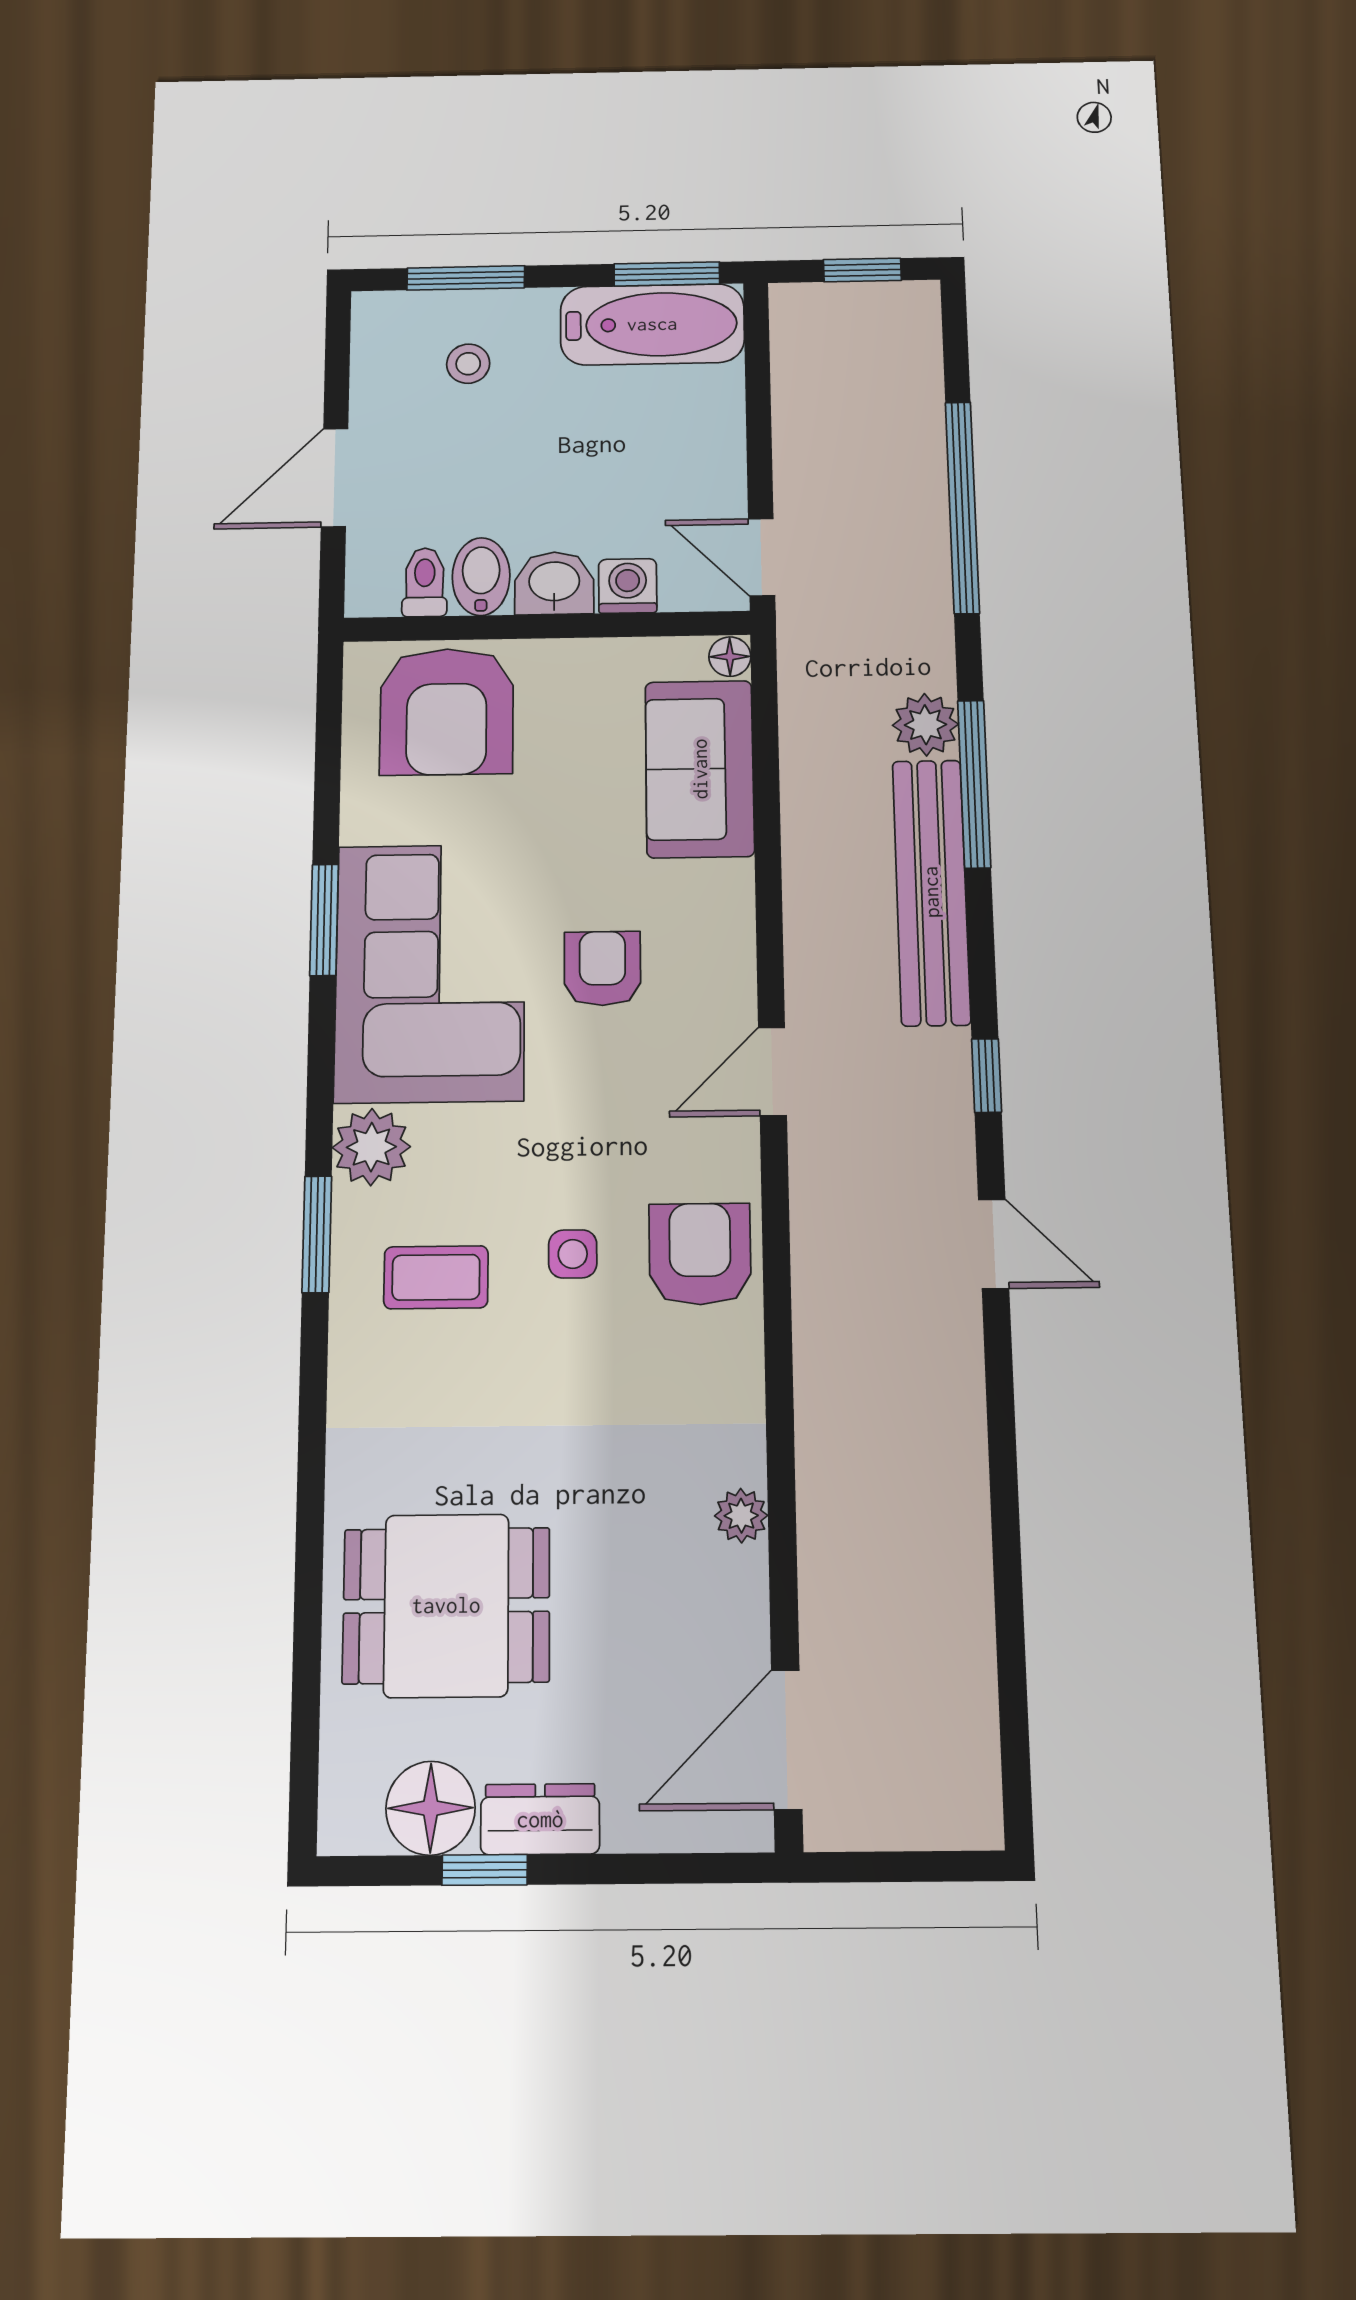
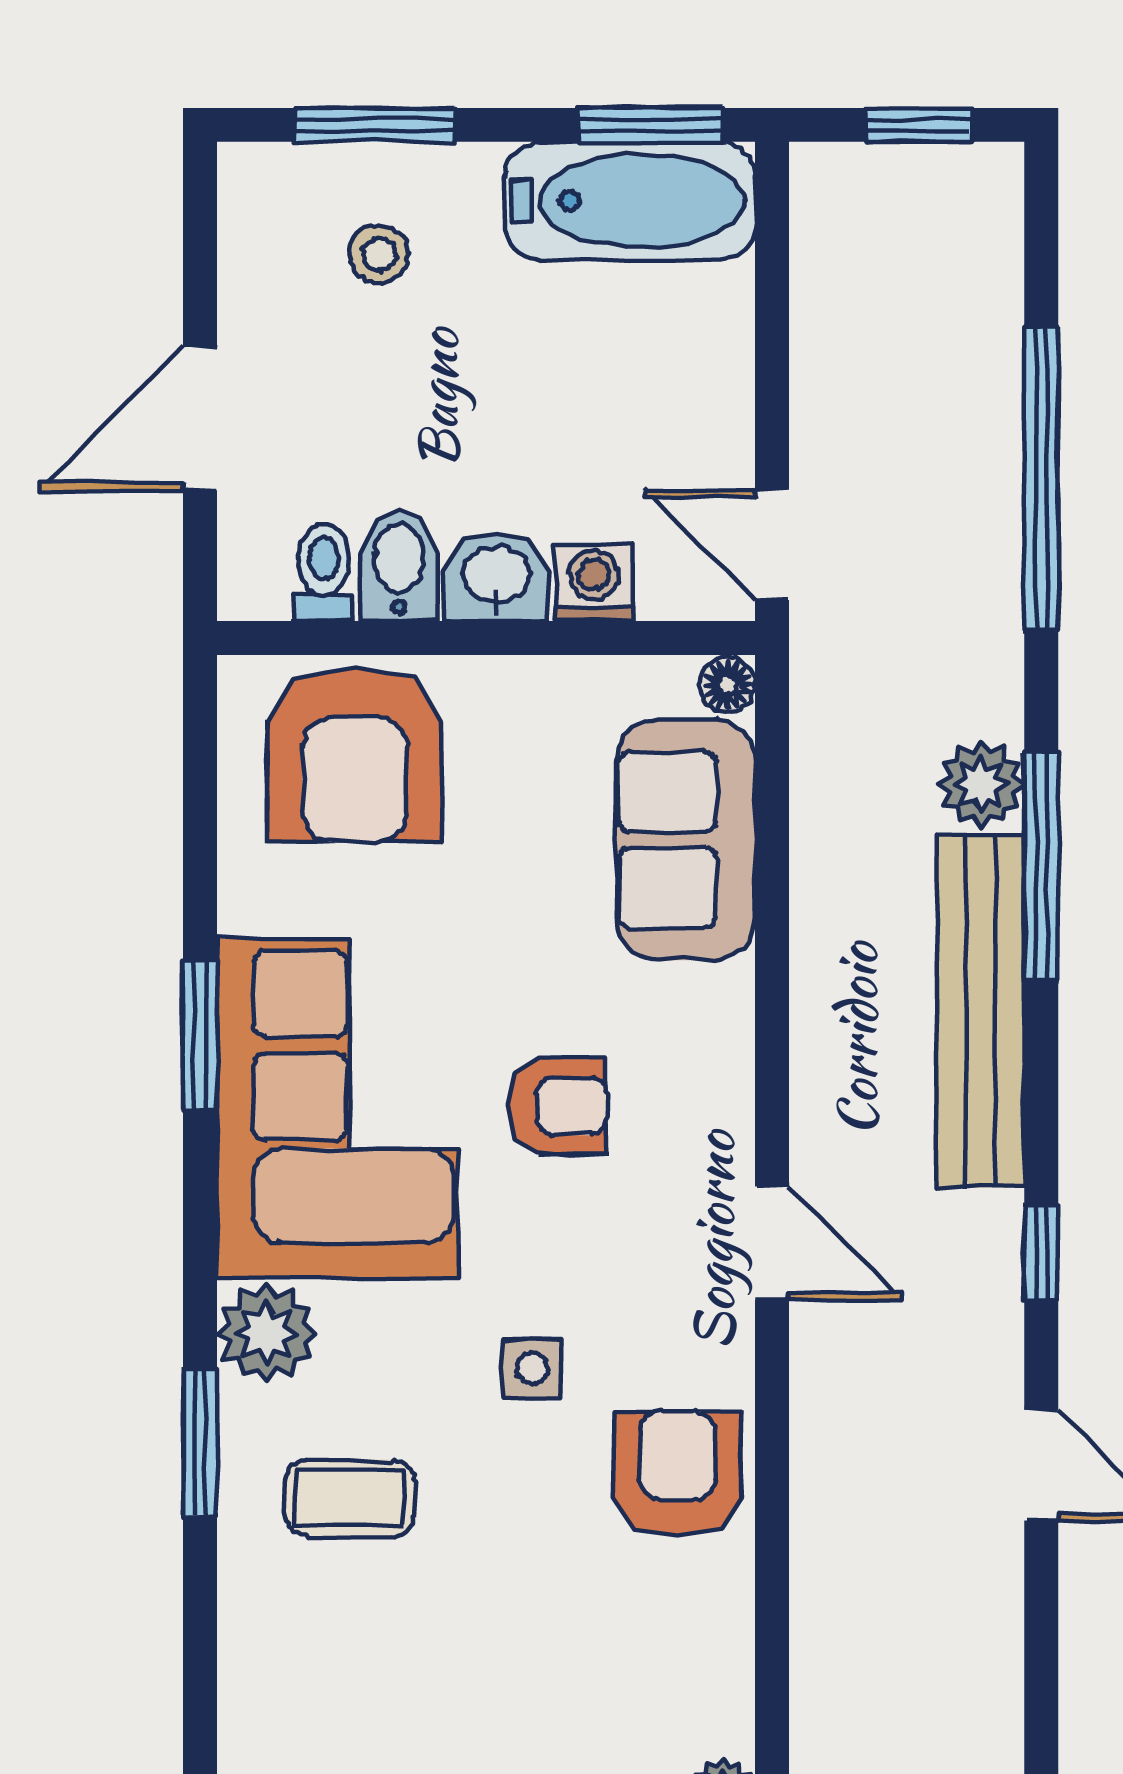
armchair: (602, 968) -> (558, 1106), turned 90
door: (772, 1071) -> (772, 1243), swing flipped
side table: (573, 1254) -> (532, 1368), moved

